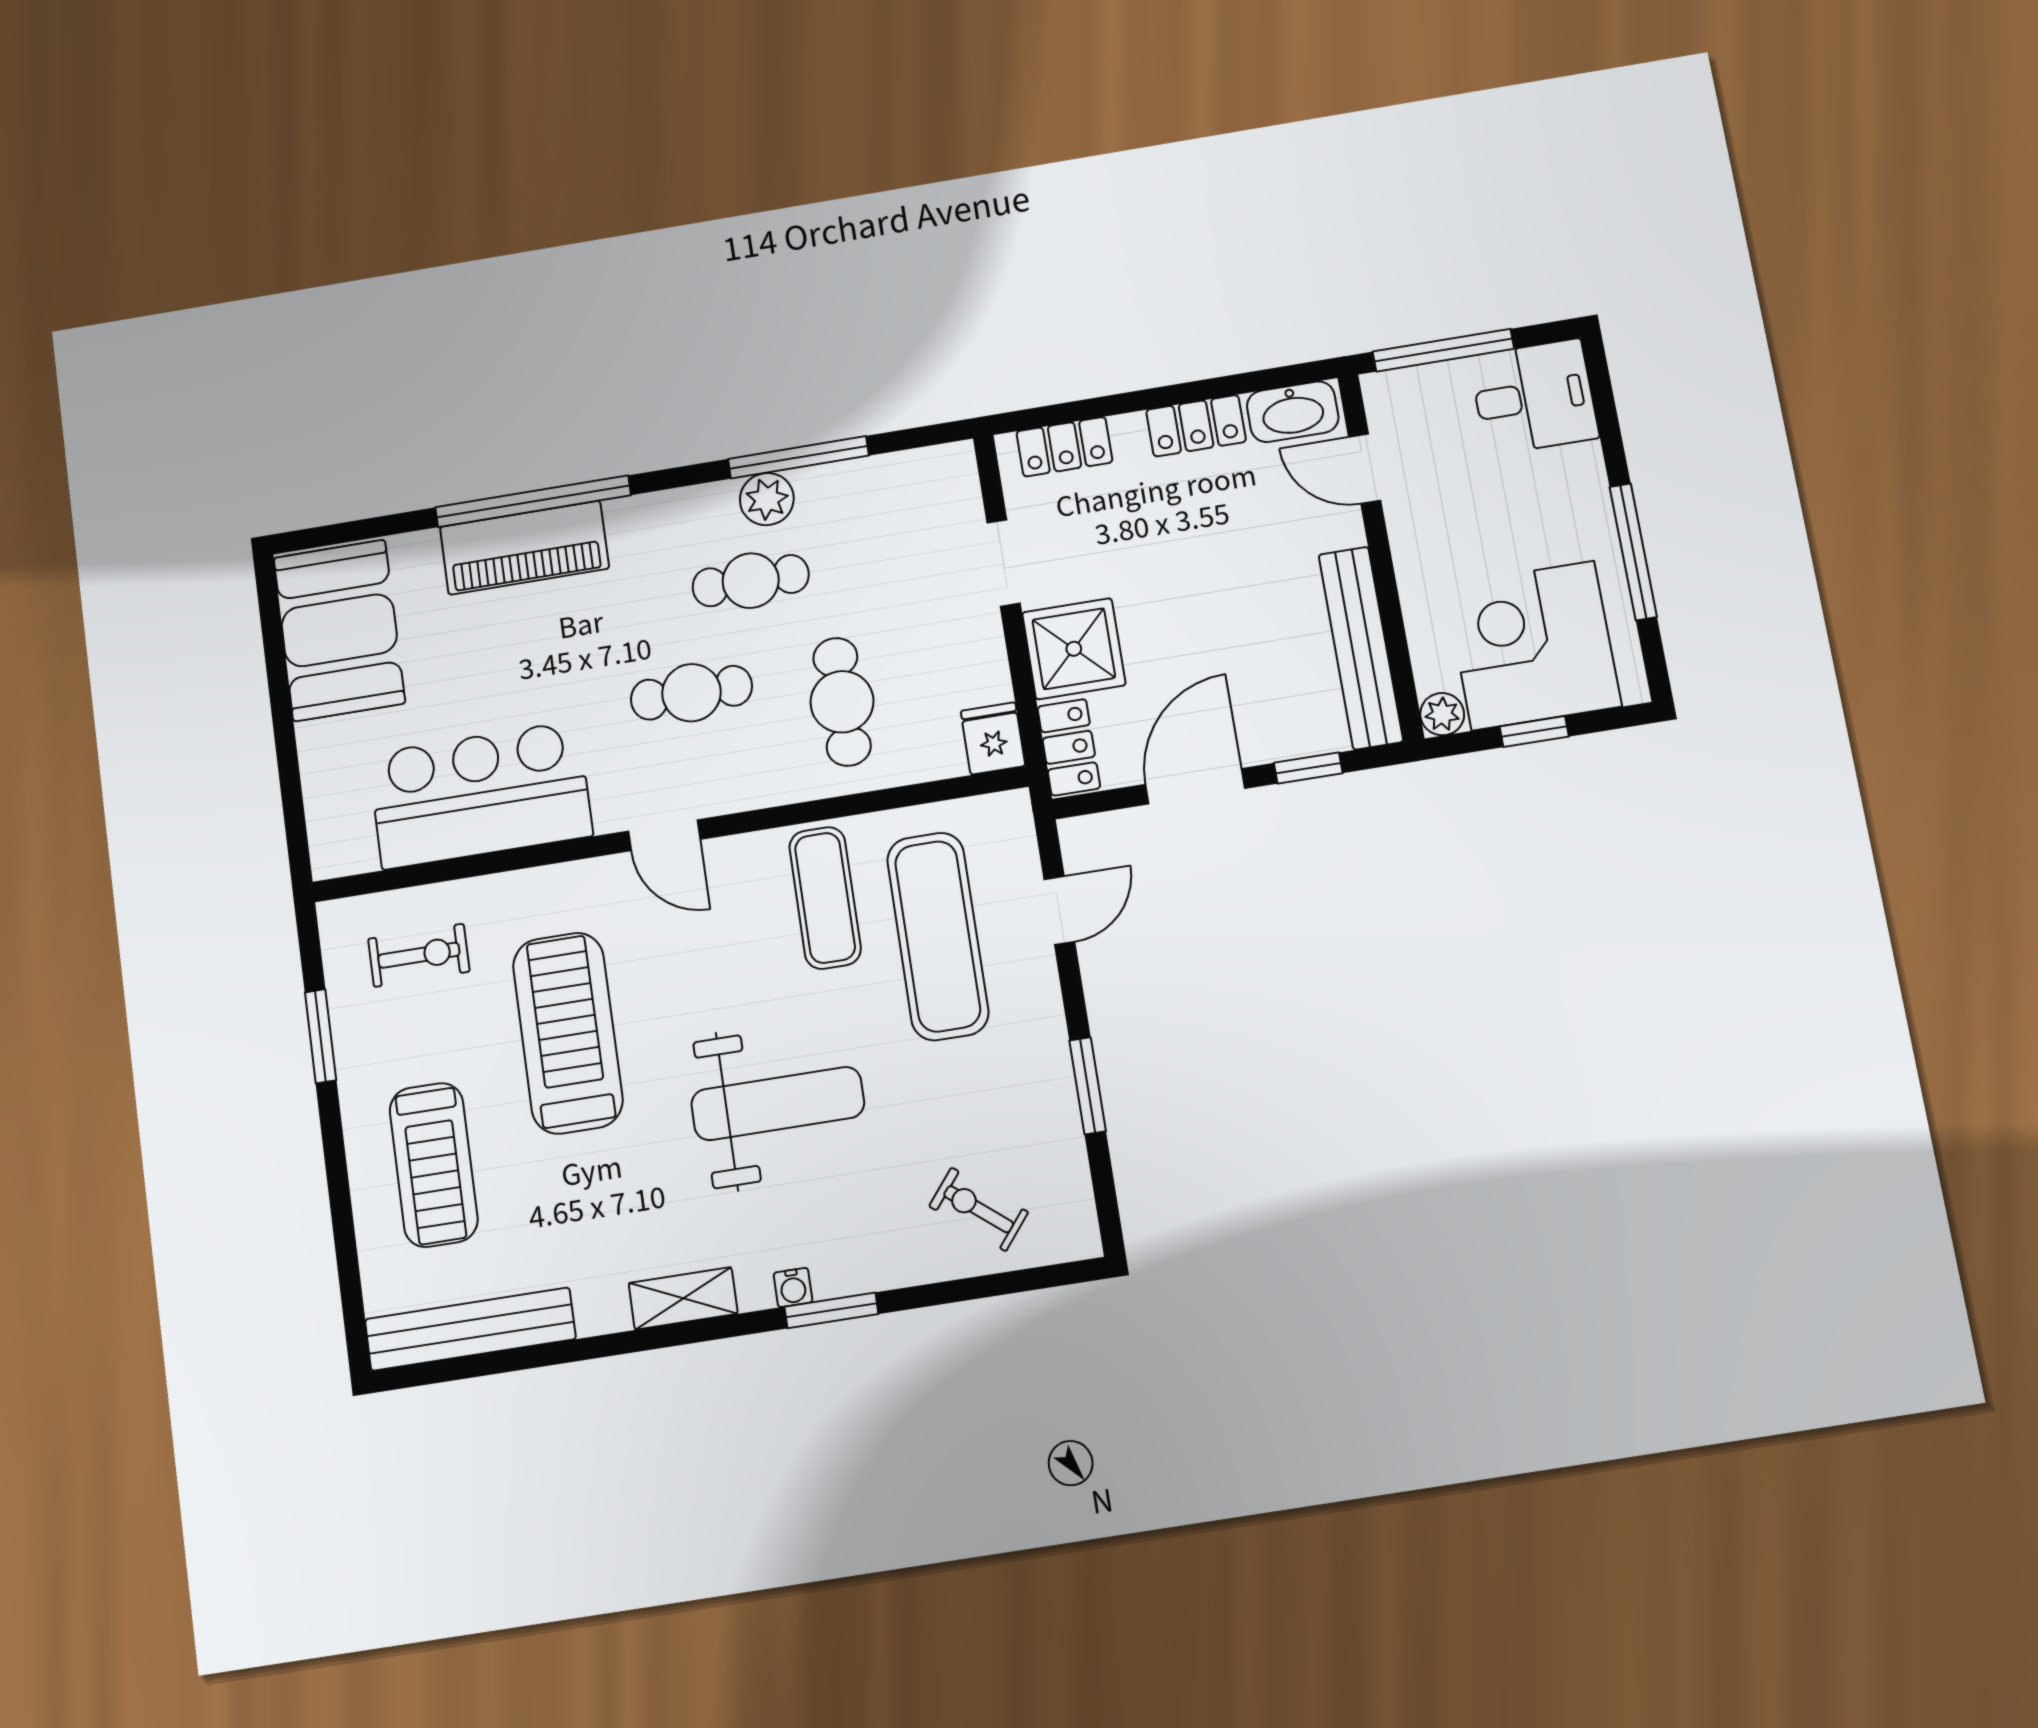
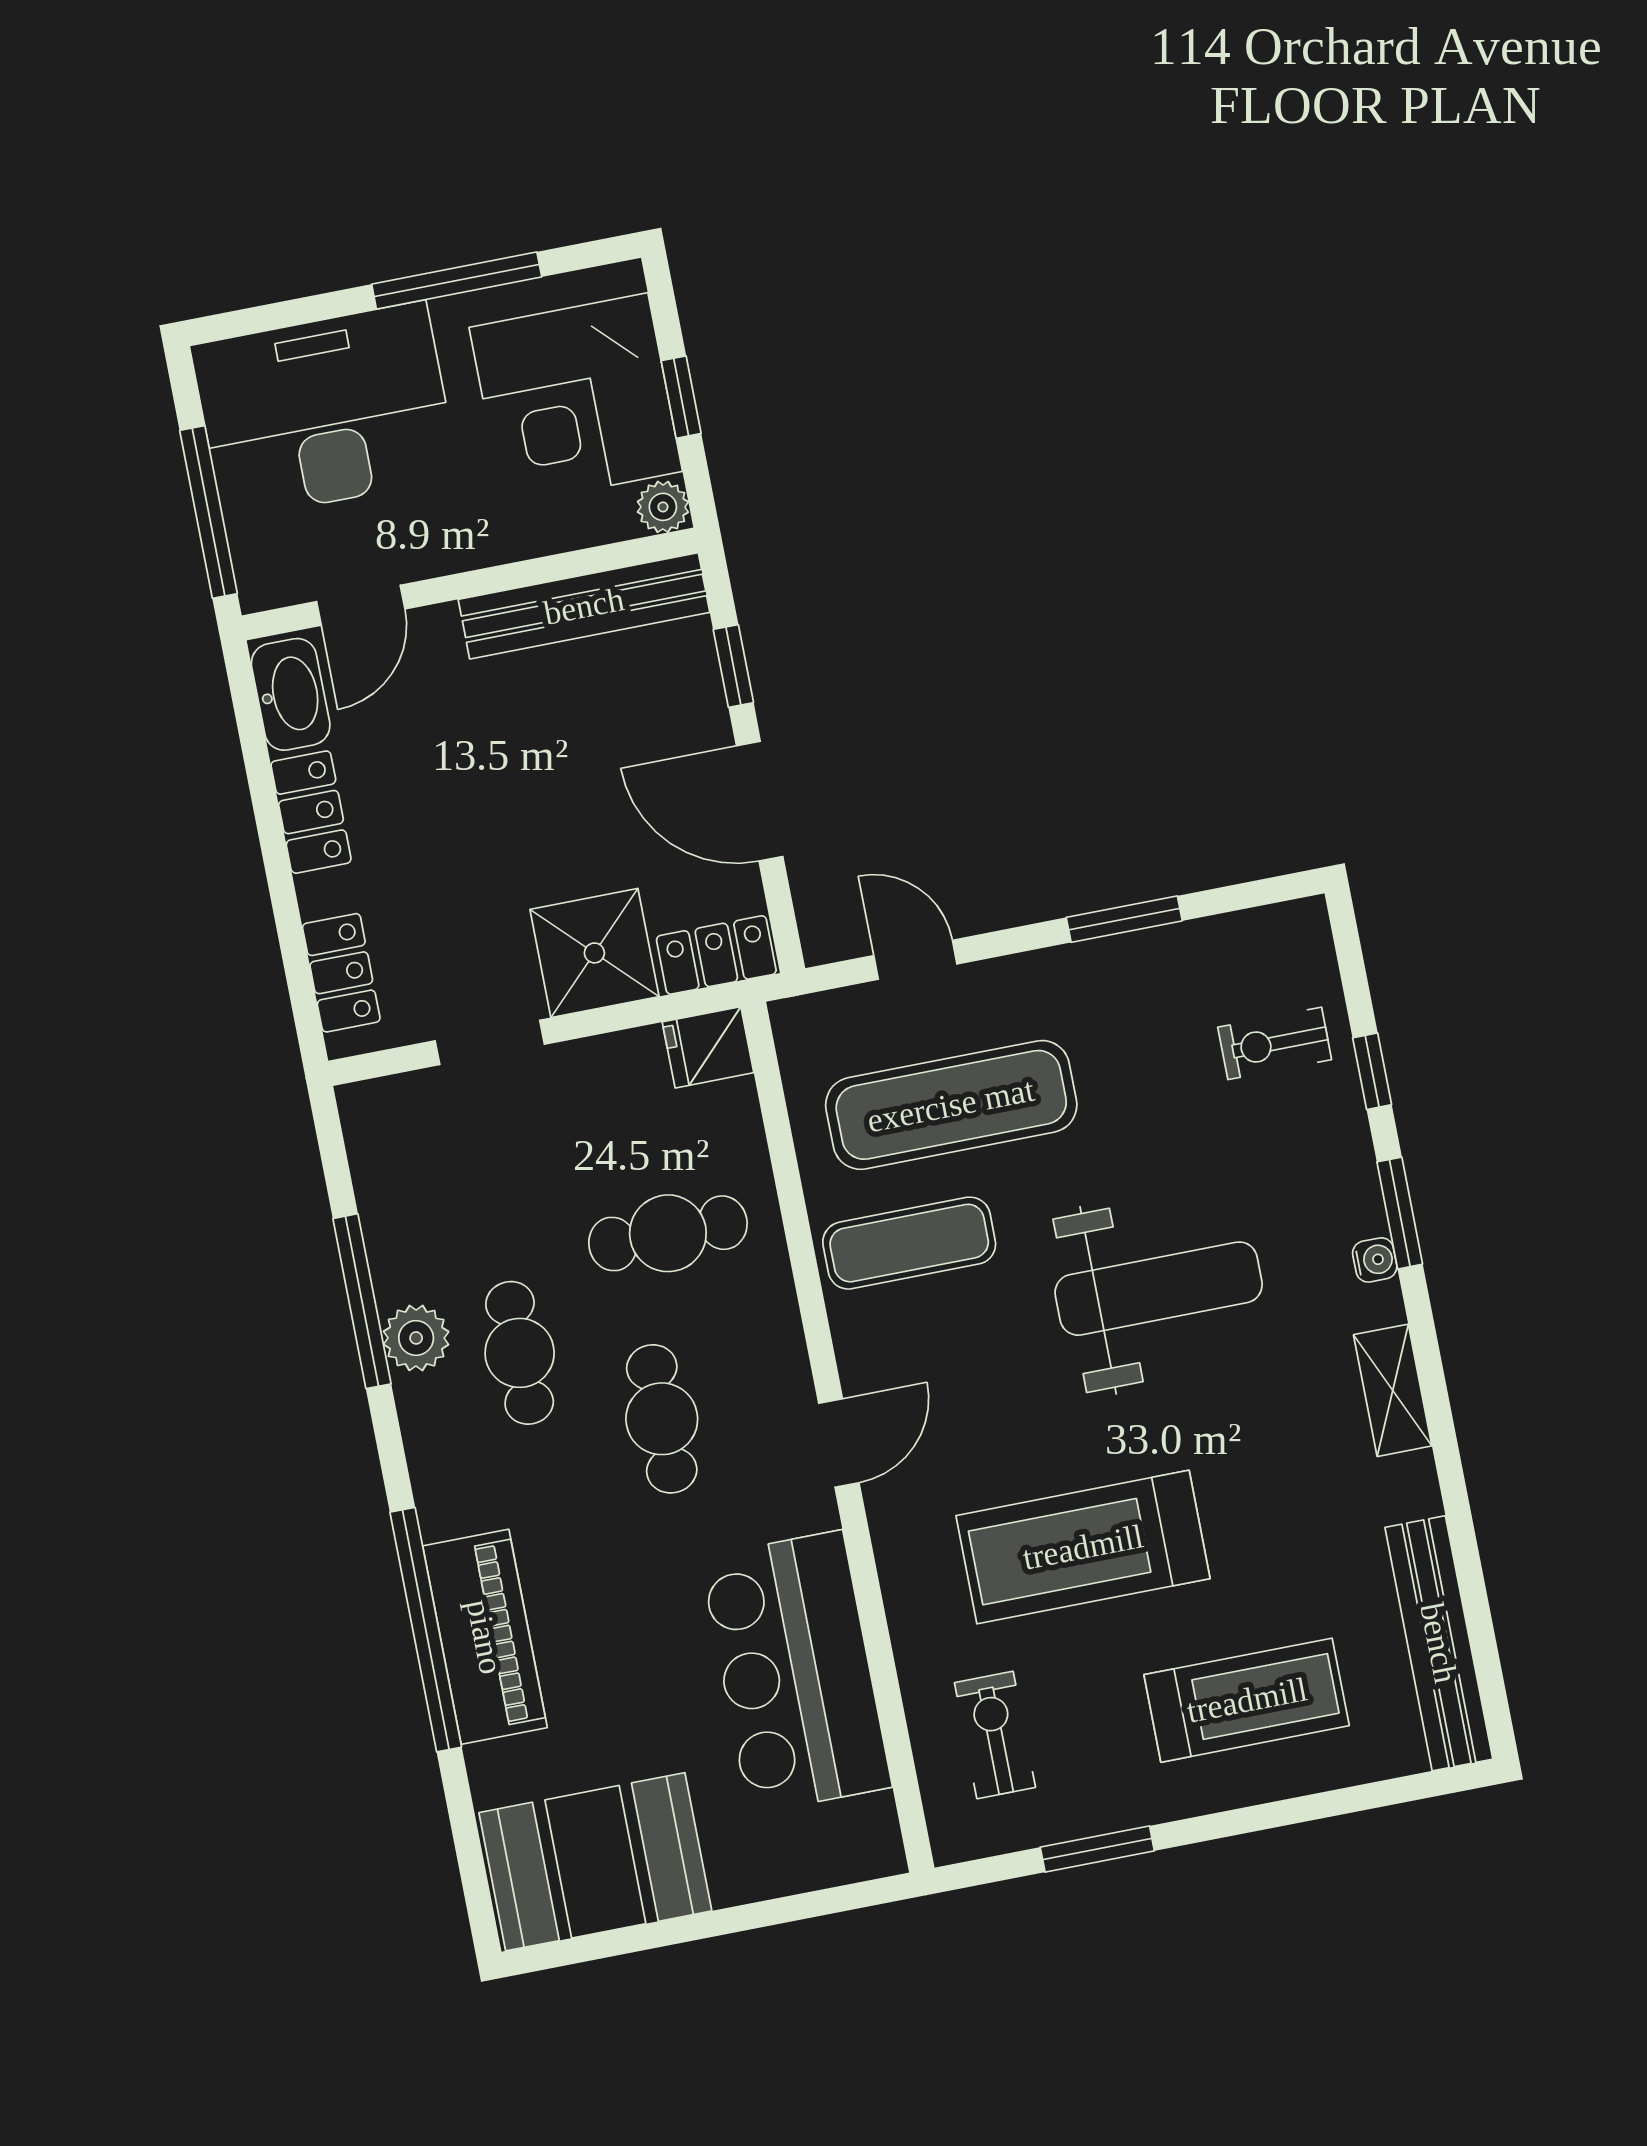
desk: (1534, 397) -> (325, 411), width x1.87, depth x1.30
weight bench: (778, 1104) -> (1159, 1289), turned 90
exercise bike: (979, 1209) -> (1275, 1043), turned 51
window: (952, 1292) -> (1372, 1071), added

